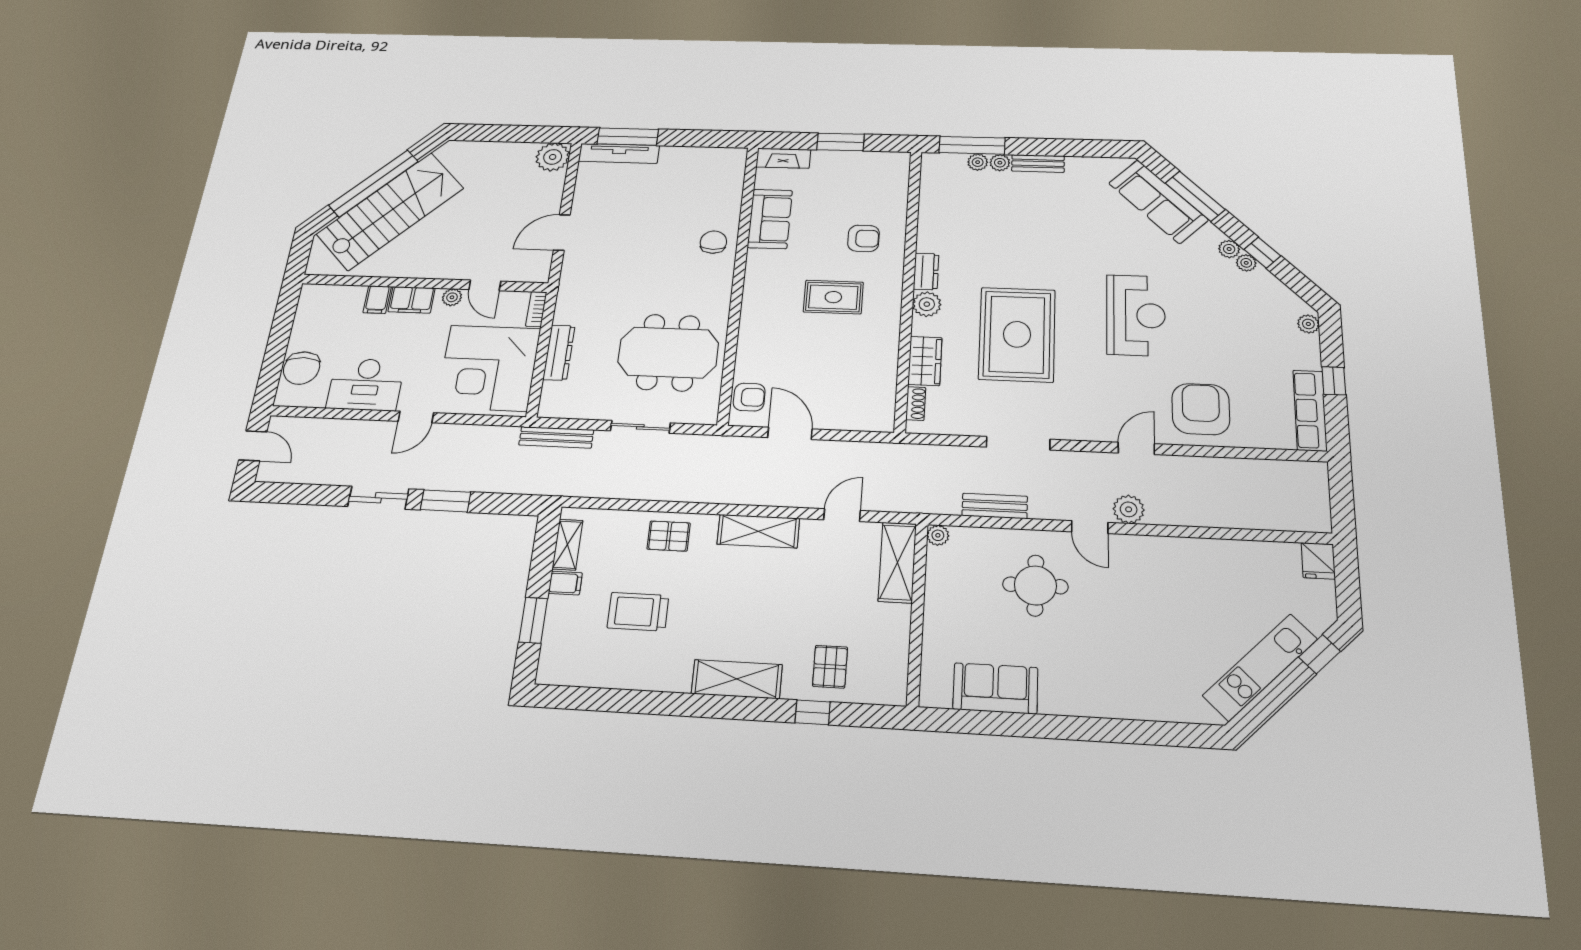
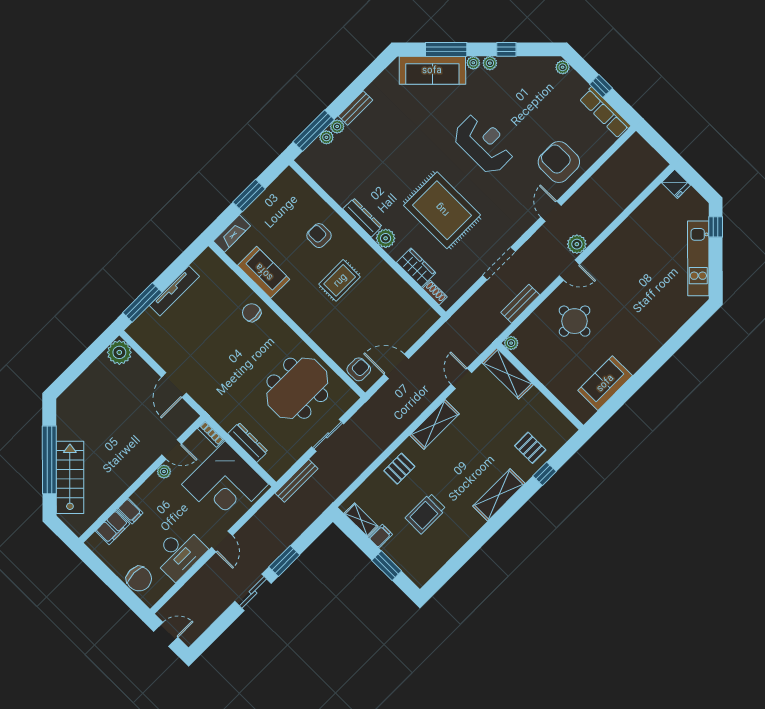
tv unit: (619, 153) -> (174, 291), moved
stairs: (390, 211) -> (70, 477), width x0.73, depth x0.66
armchair: (864, 238) -> (319, 236), turned -90
plant: (1246, 263) -> (473, 63), moved
dresser: (926, 272) -> (362, 218), width x1.44
filing cabinet: (412, 300) -> (113, 527), moved

